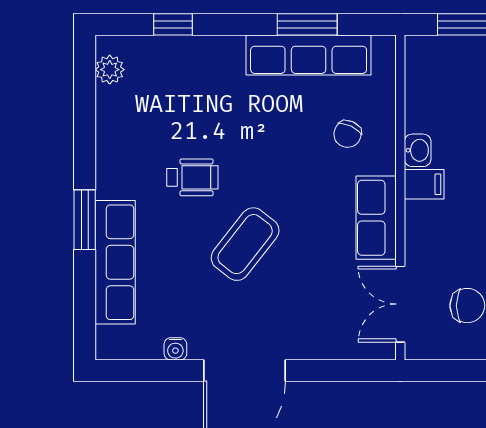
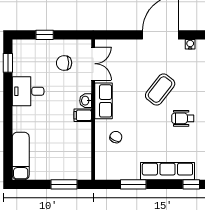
row of seats: (309, 55) -> (167, 171), moved
washbasin: (418, 150) -> (86, 101), moved

